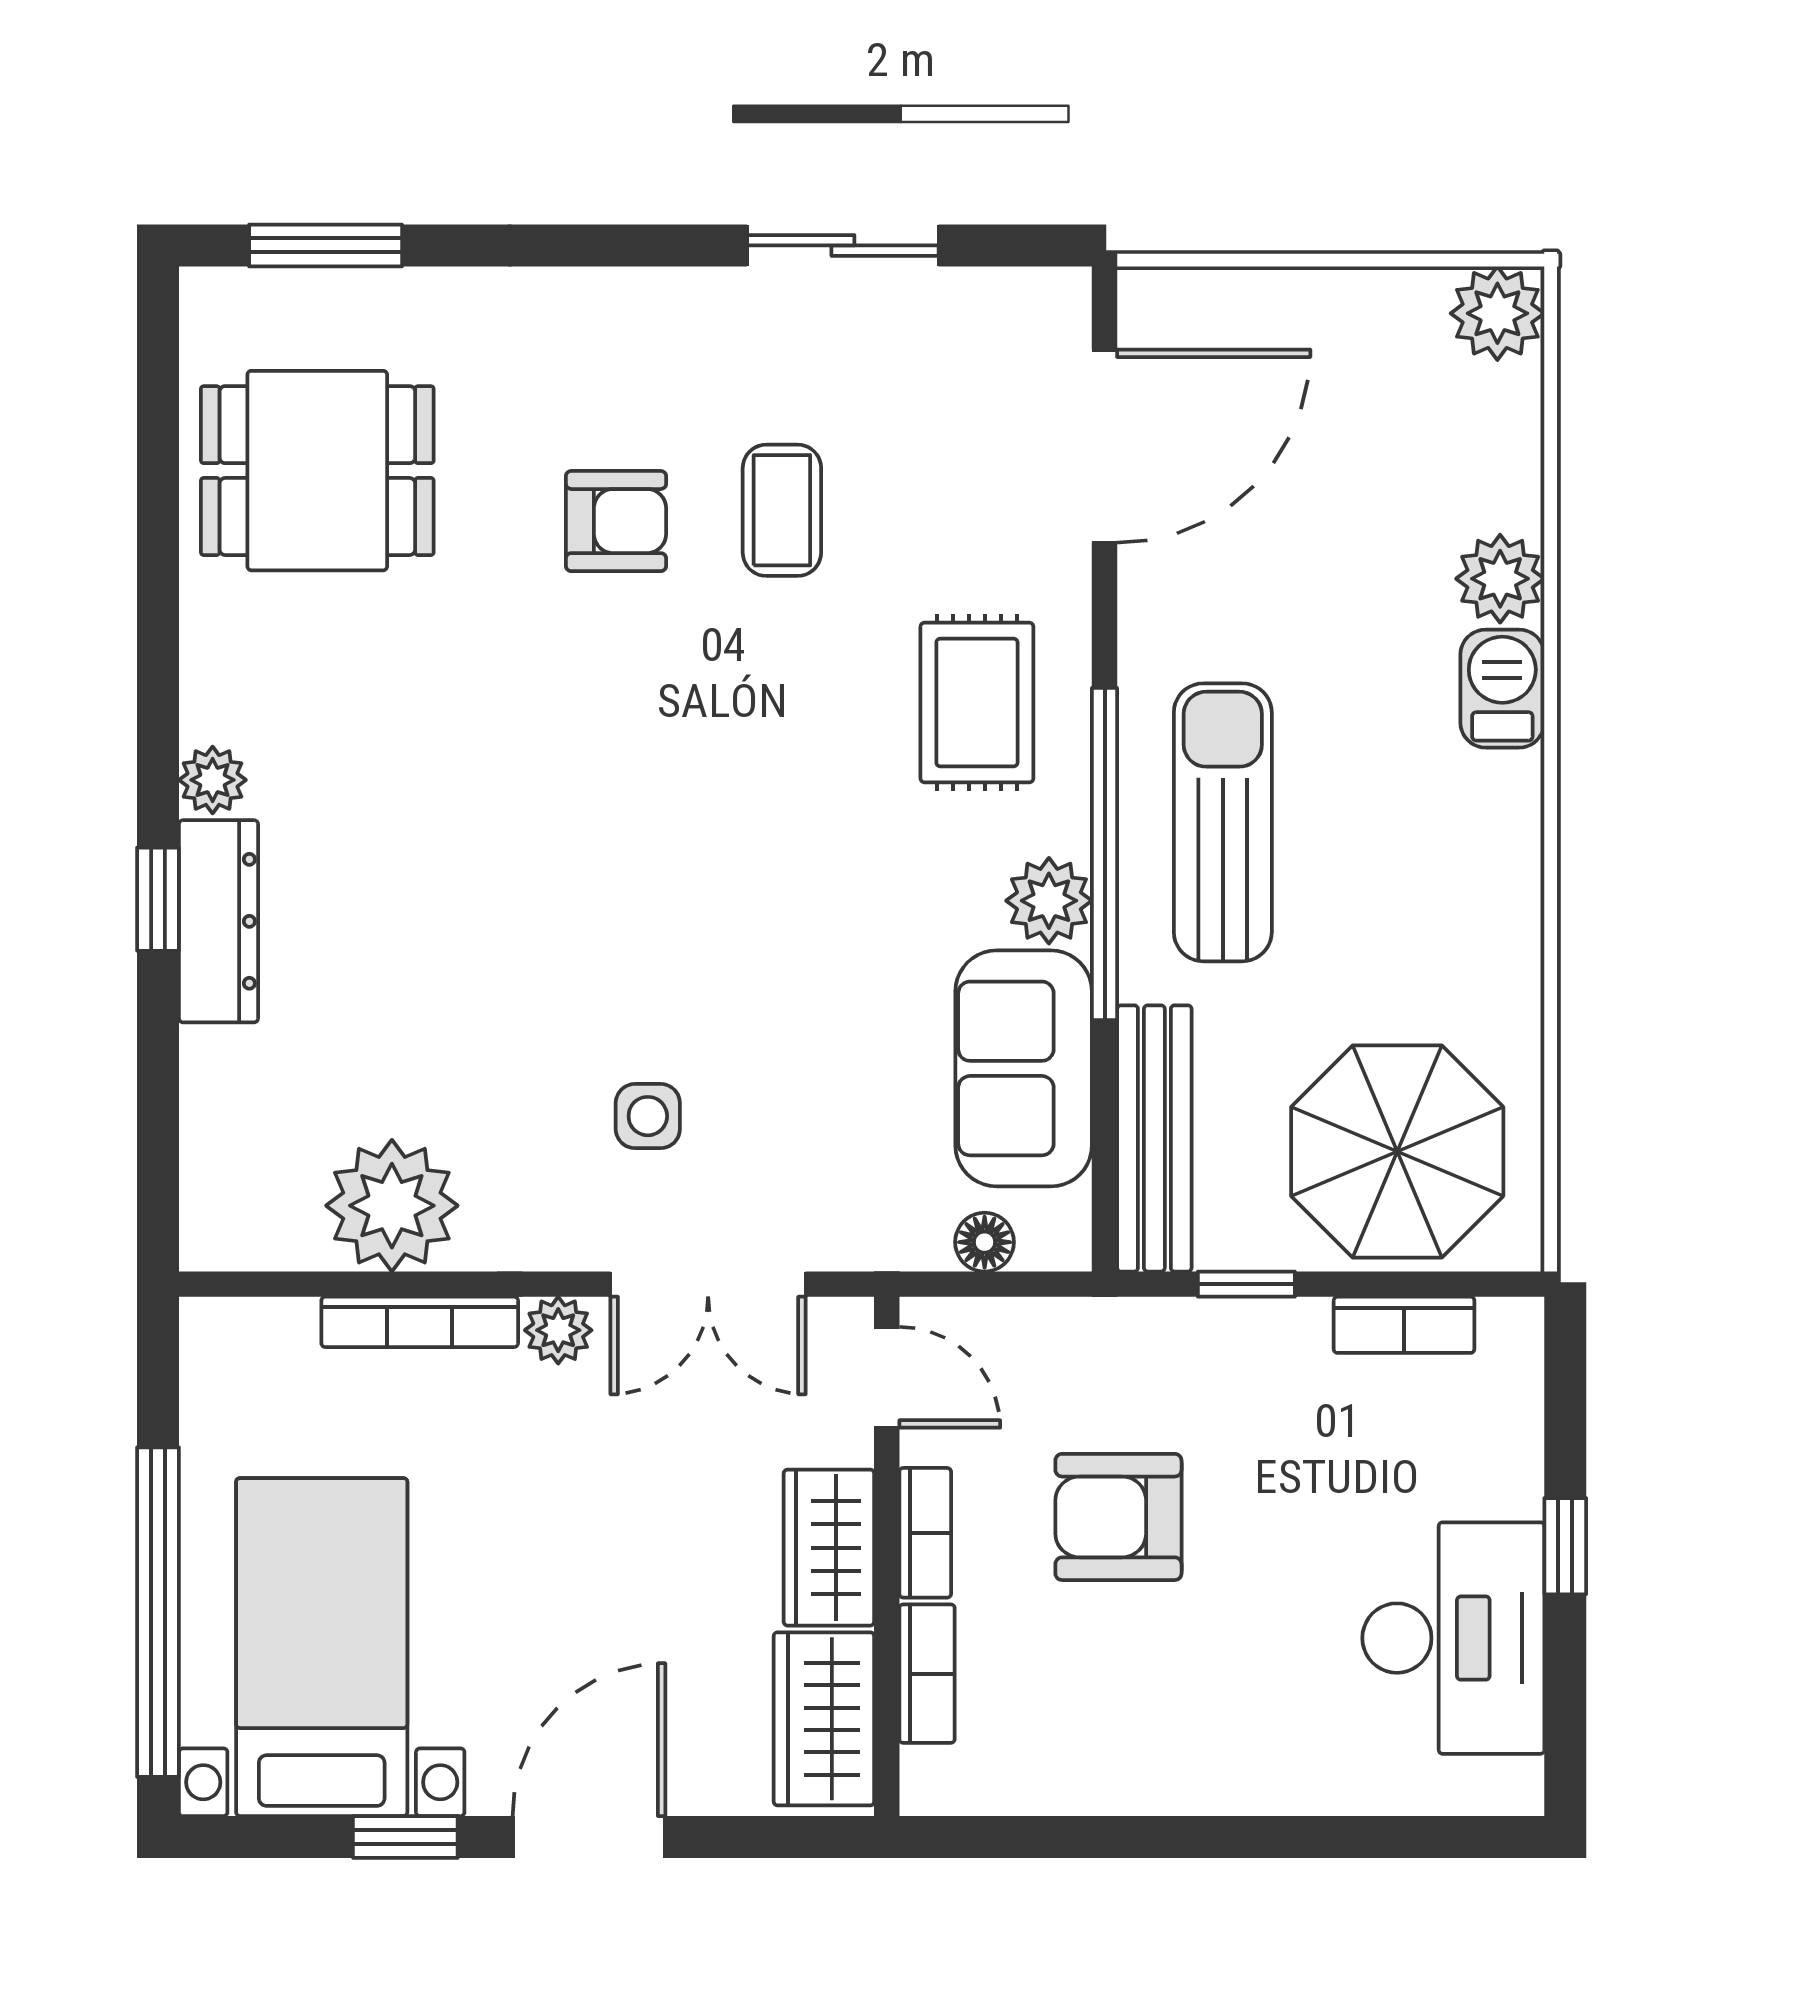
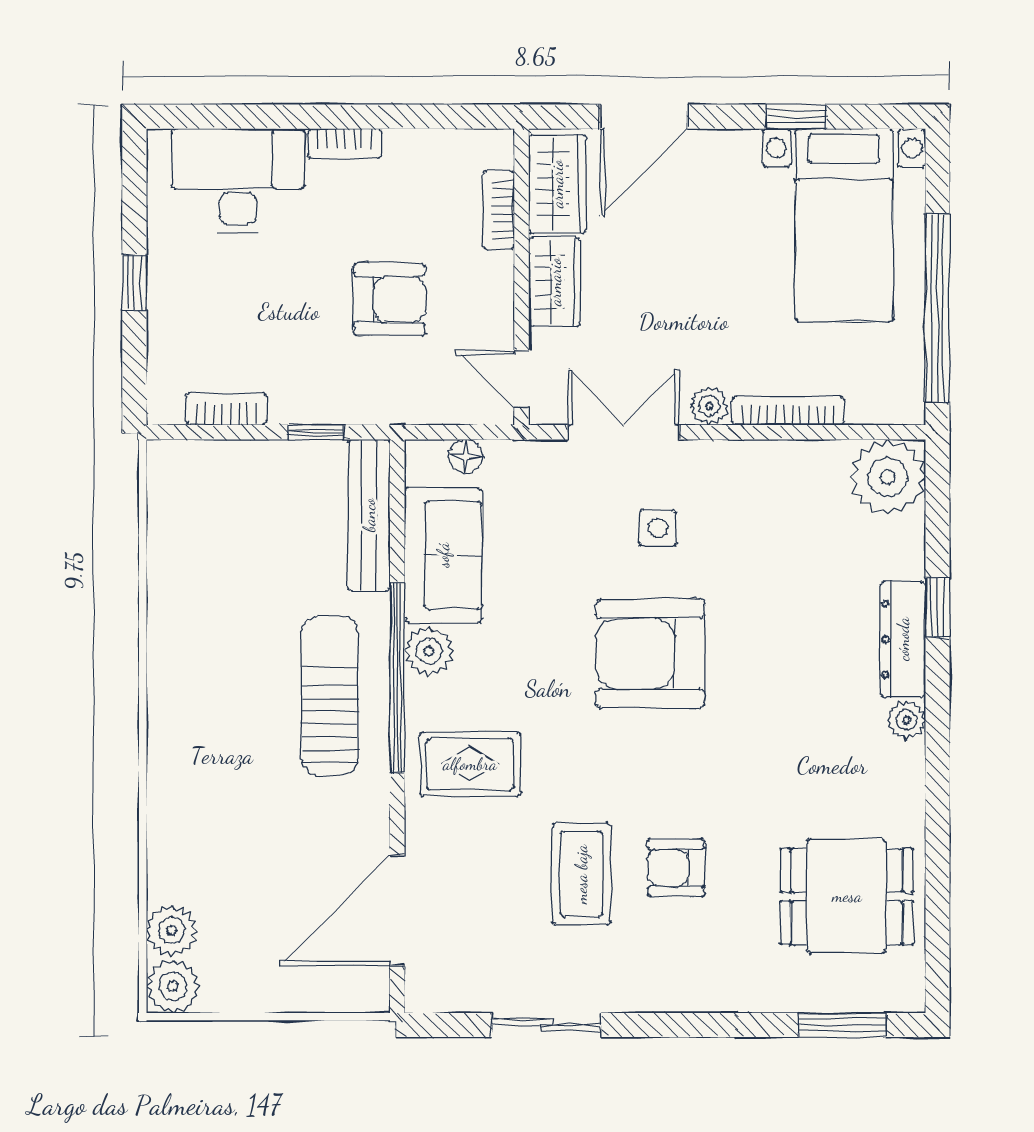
coffee table: (782, 510) -> (581, 874), width x1.36, depth x1.30
plant: (1500, 579) -> (171, 931), moved
barbecue: (1502, 689) -> (170, 772), removed
rug: (977, 703) -> (470, 764), turned 90
sun lounger: (1223, 822) -> (330, 696), turned 180
armchair: (661, 896) -> (650, 654), added
window: (158, 899) -> (937, 607), moved
parasol: (1397, 1152) -> (230, 508), removed
plant: (392, 1206) -> (888, 477), moved
bookcase: (925, 1533) -> (345, 143), moved, turned -90
window: (158, 1612) -> (937, 308), moved
desk: (1453, 1638) -> (238, 181), moved, turned 90
door: (589, 1837) -> (644, 117), moved

